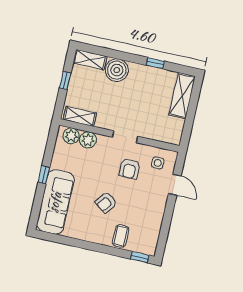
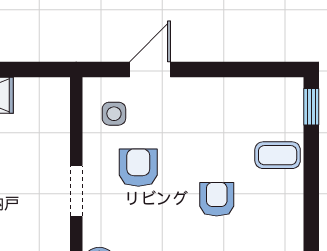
armchair: (130, 169) -> (138, 168), turned -90
armchair: (106, 202) -> (217, 199), turned -127

